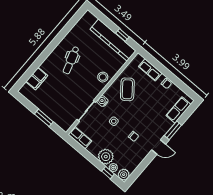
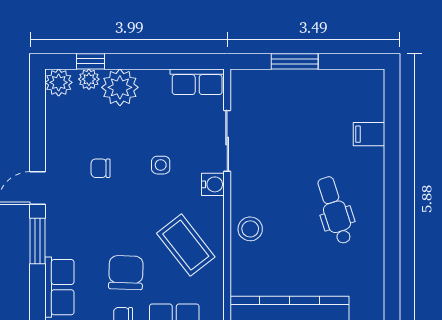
filing cabinet: (37, 79) -> (369, 134), width x0.50
chair: (154, 97) -> (126, 273), added

